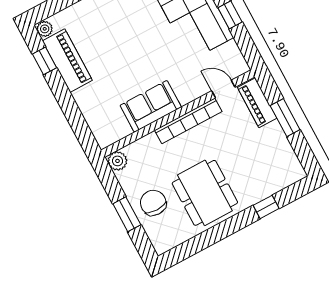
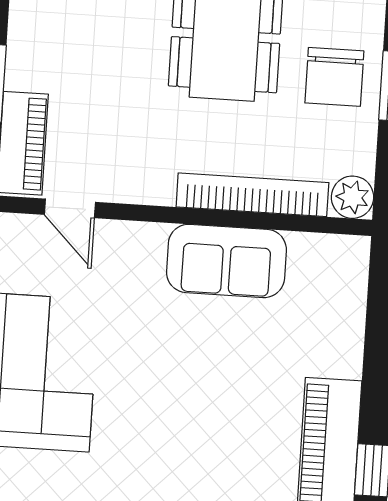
bookcase: (188, 121) -> (252, 195), moved

